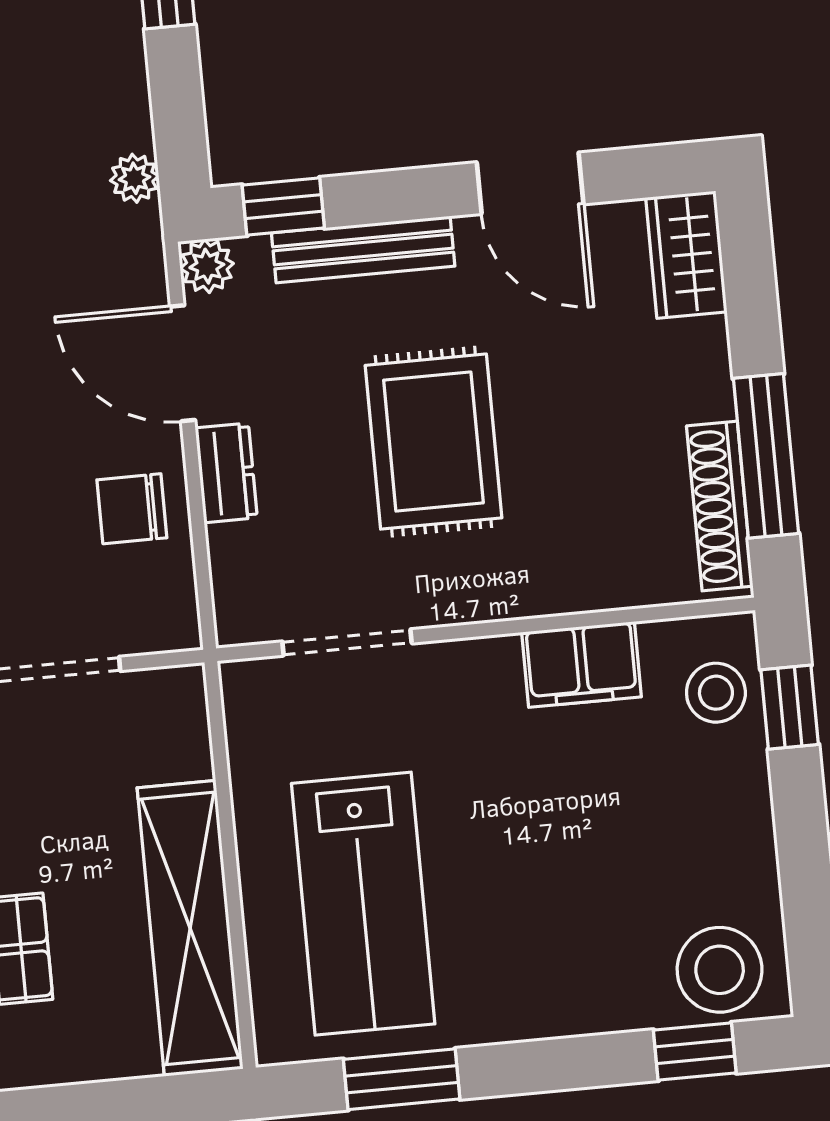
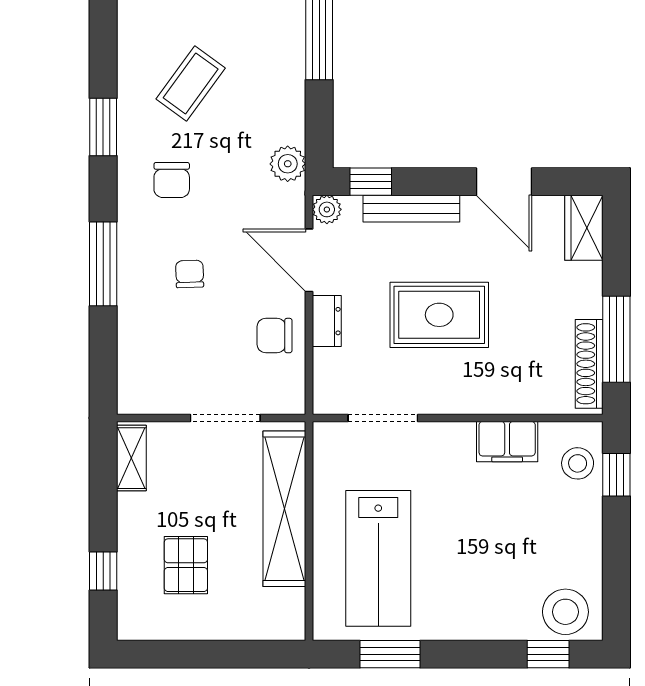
plant: (134, 178) -> (288, 164), width x1.38, depth x1.38
rug: (433, 442) -> (439, 315), turned 90
shelving: (190, 928) -> (284, 509), moved

